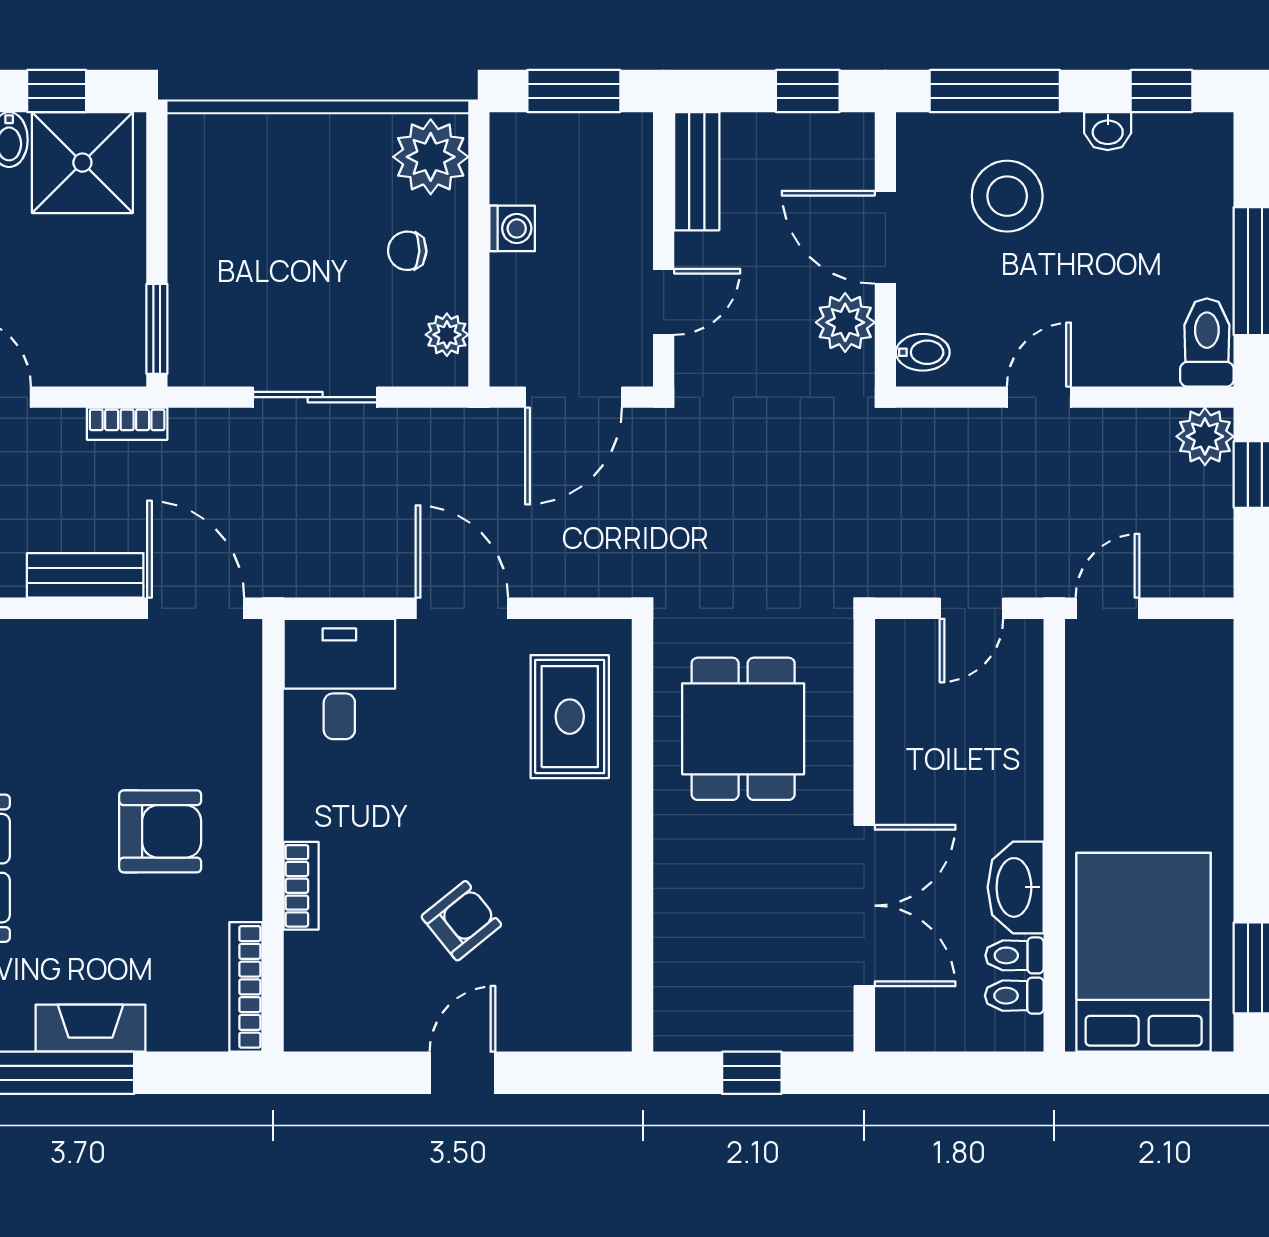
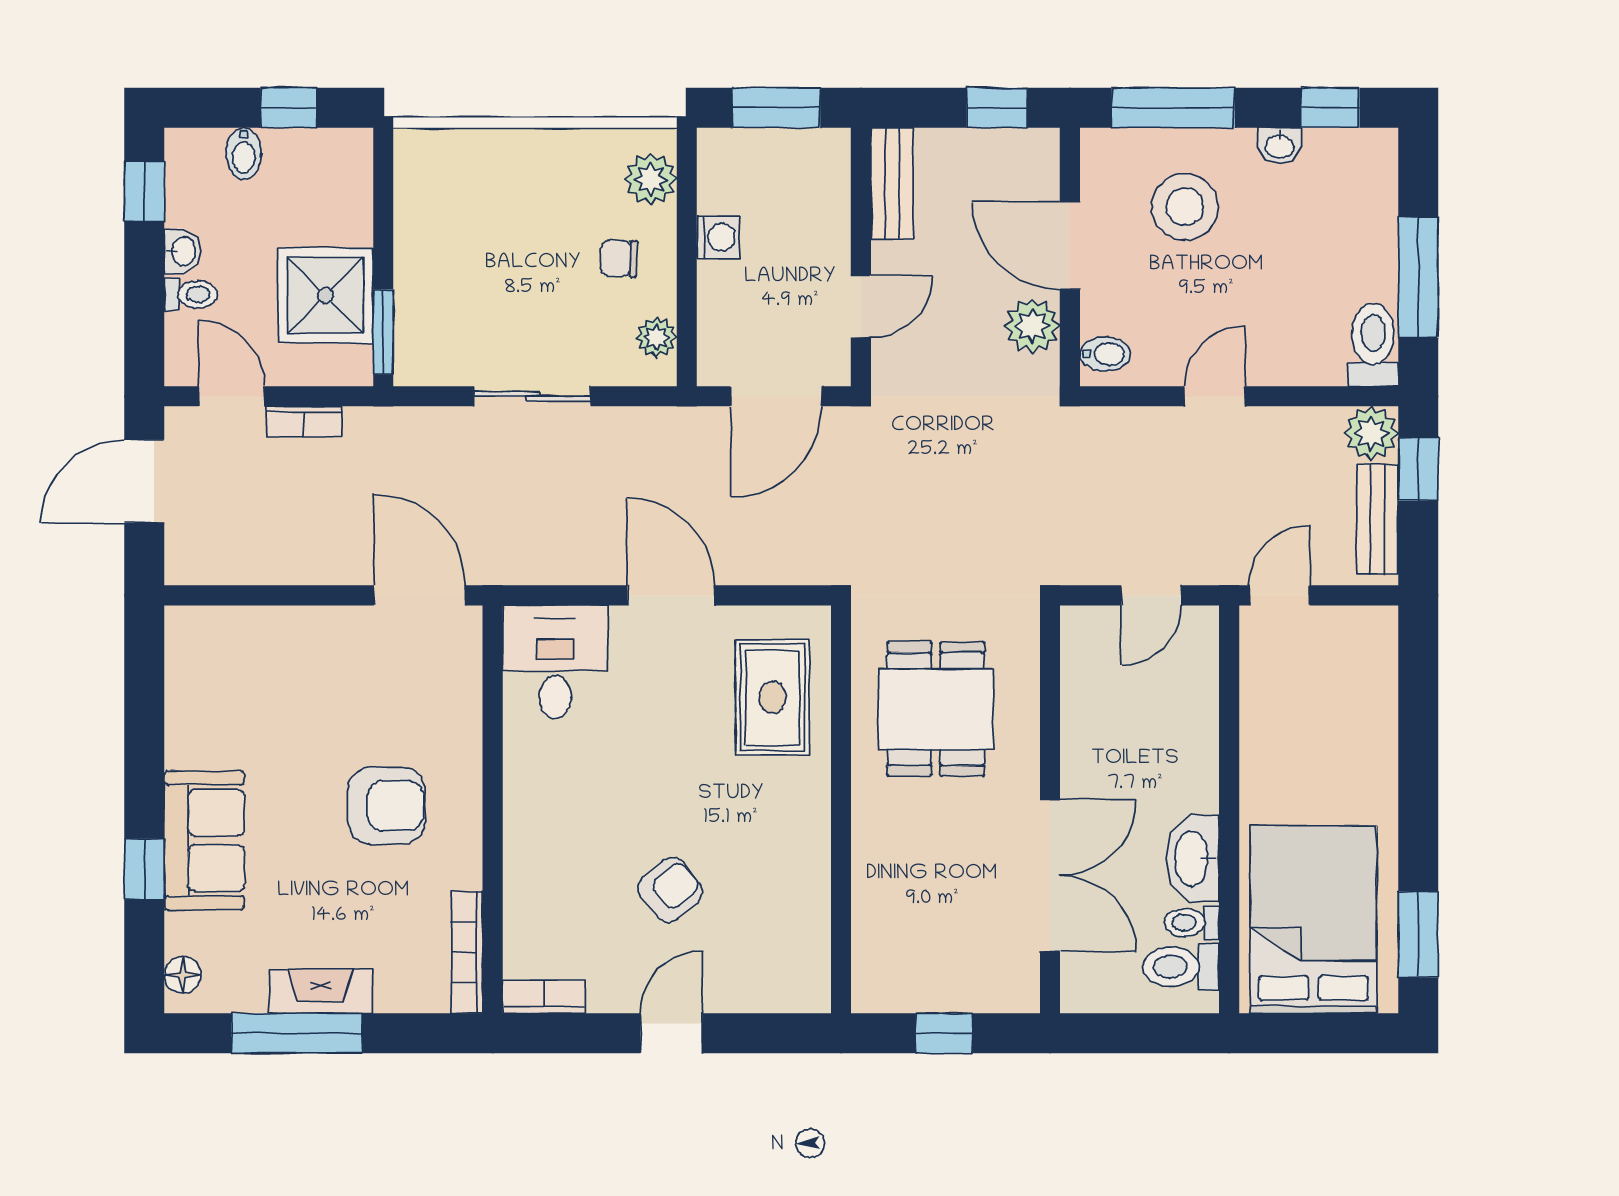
plant: (431, 157) -> (651, 179), width x0.73, depth x0.73
shower: (82, 163) -> (326, 295), moved
bookcase: (127, 424) -> (304, 421), moved
bench: (85, 575) -> (1377, 519), moved, turned 90
bookcase: (301, 886) -> (544, 997), moved, turned -90
toilet: (1014, 996) -> (1181, 967), width x1.37, depth x1.39

